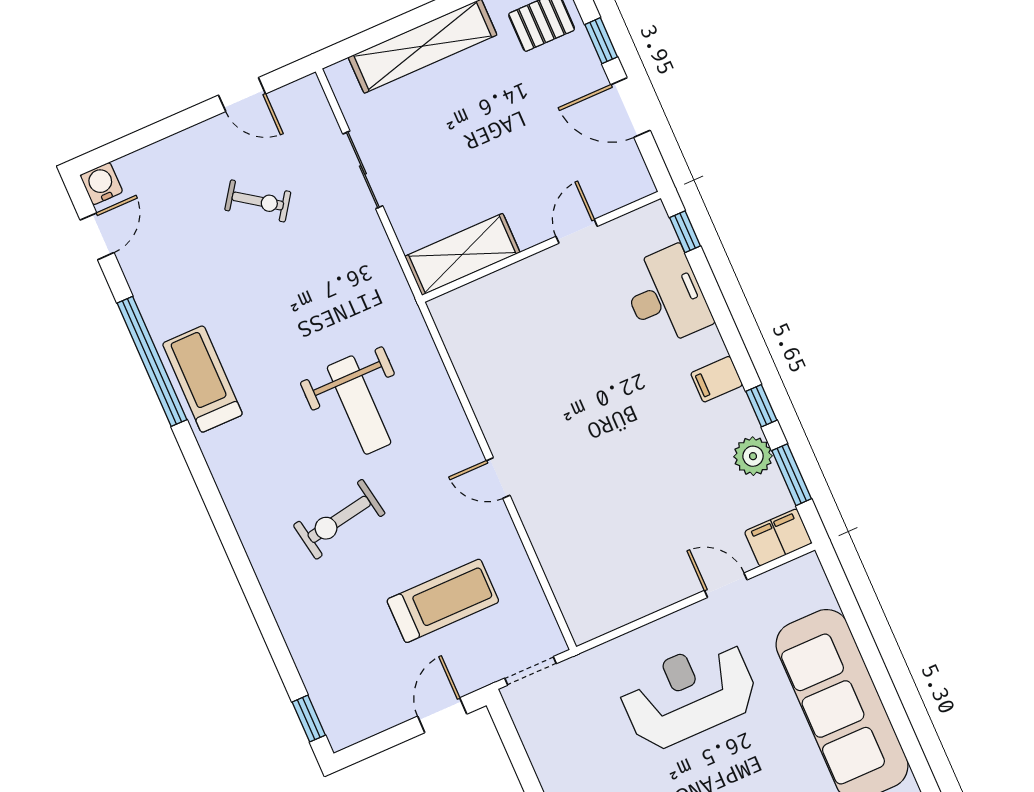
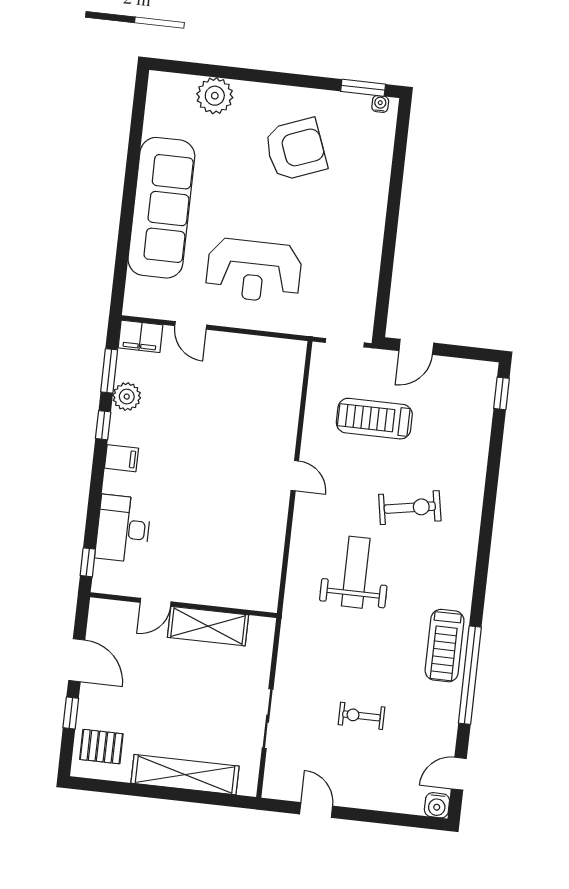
exercise bike: (258, 201) -> (361, 716), moved, turned -35
shelving: (462, 254) -> (208, 626), moved

